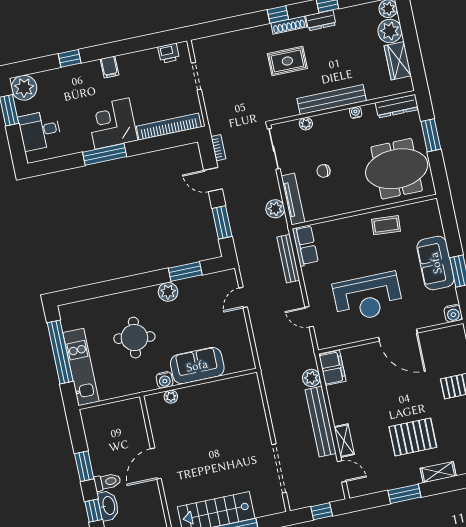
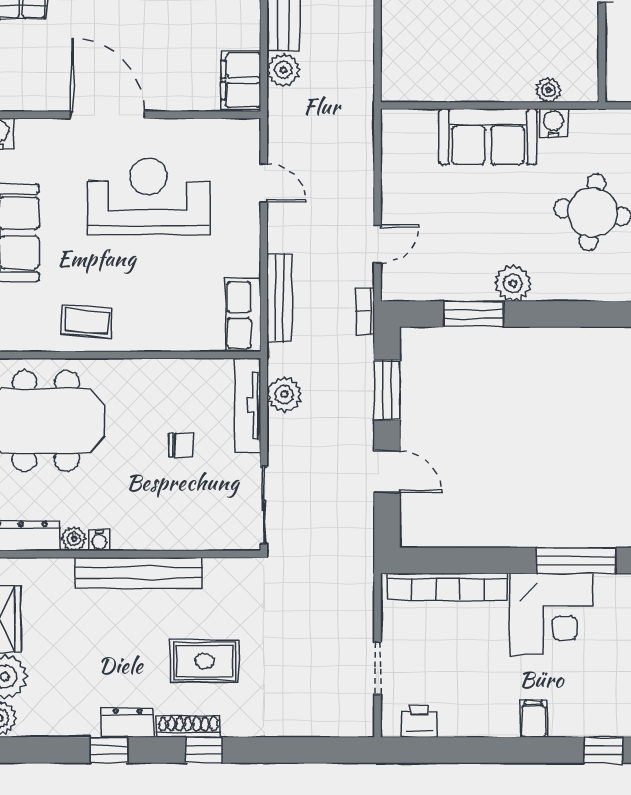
plant: (306, 124) -> (74, 539), moved
bookcase: (218, 148) -> (365, 311), moved

